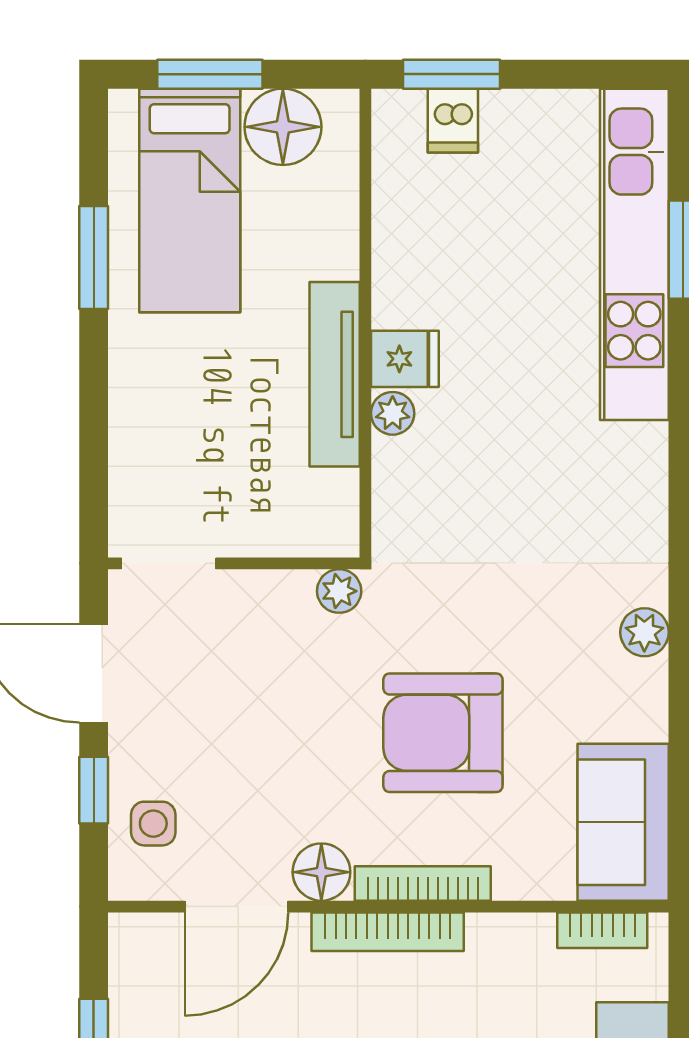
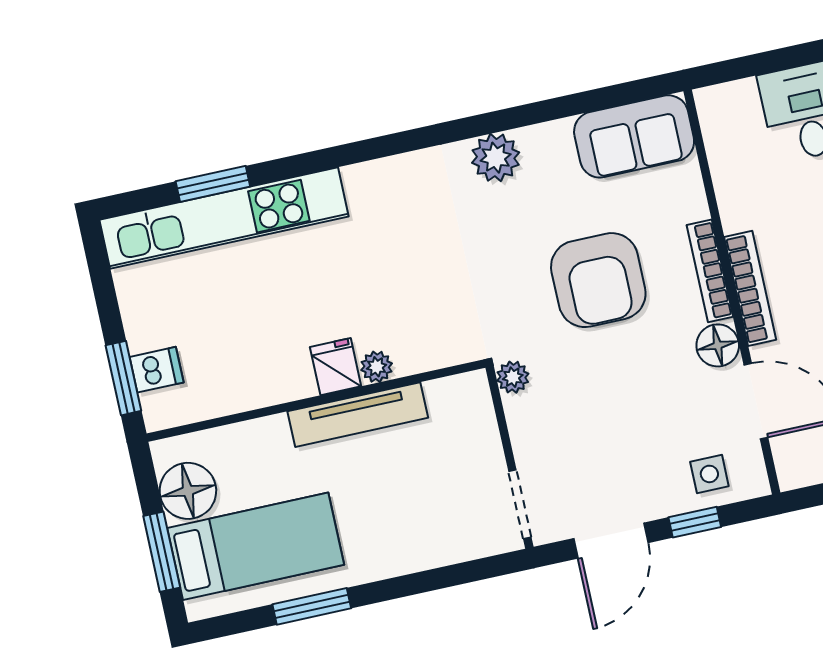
plant: (644, 632) -> (496, 158), width x1.38, depth x1.38
bookcase: (602, 930) -> (715, 134), removed

